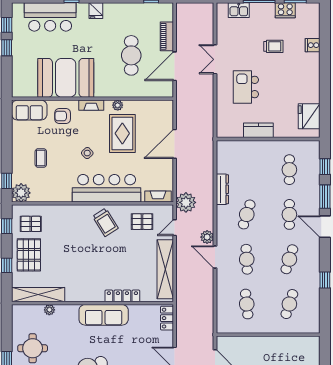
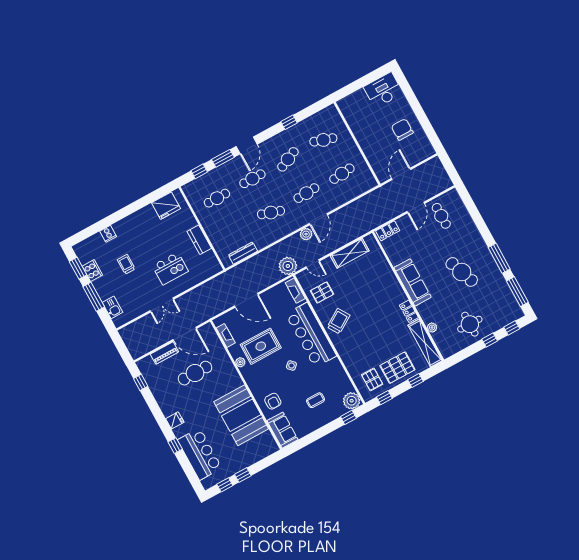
fireplace: (91, 105) -> (226, 335), moved
dresser: (222, 189) -> (243, 253), moved
pallet: (142, 222) -> (322, 292), turned 90
cafe table: (289, 259) -> (288, 159), turned -42
shelving: (165, 269) -> (350, 253), width x0.68
locker: (122, 296) -> (409, 311), moved, width x0.66

